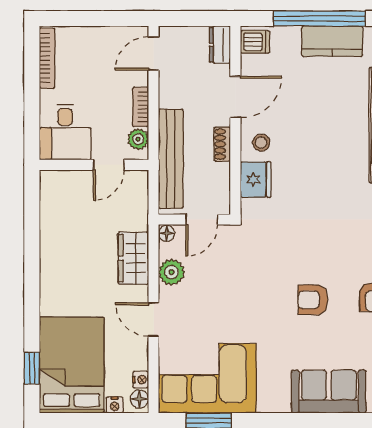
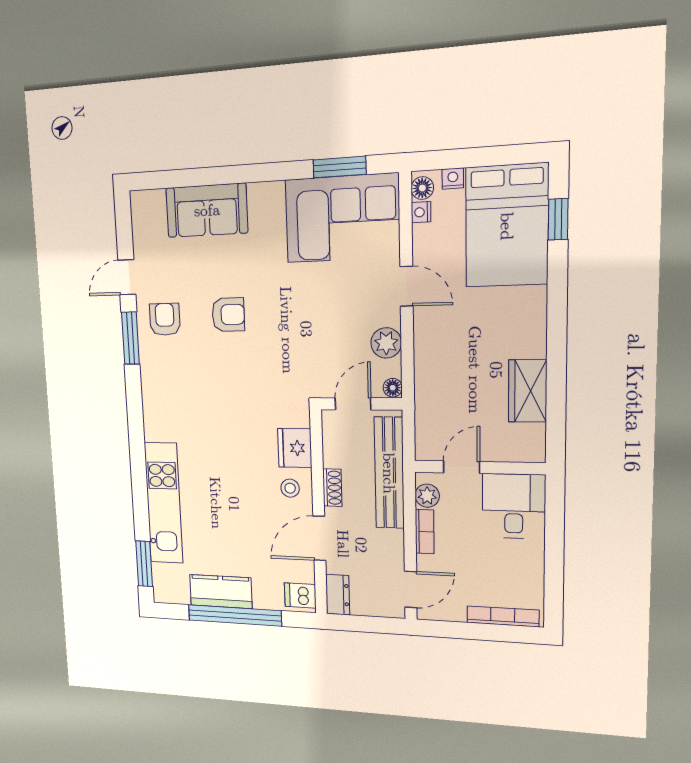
bookcase: (47, 58) -> (503, 616), moved, turned 90
wardrobe: (133, 258) -> (528, 391), moved, turned 180

